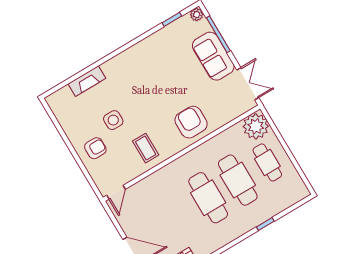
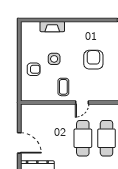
armchair: (191, 122) -> (93, 60), moved
door: (116, 192) -> (82, 103), moved

